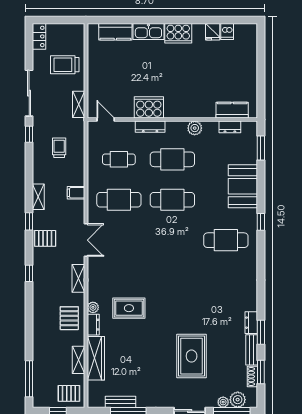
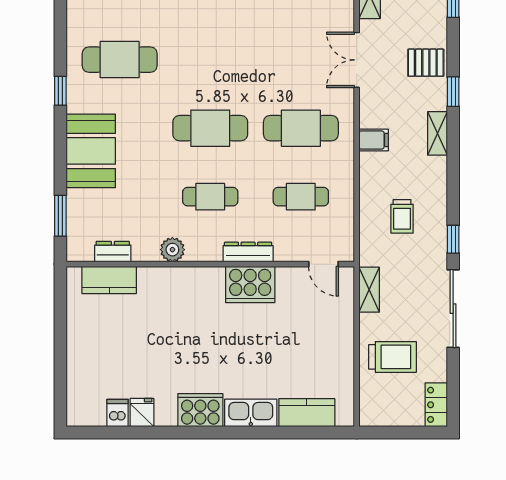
cafe table: (172, 159) -> (210, 197), width x0.73, depth x0.74

